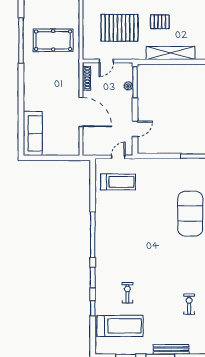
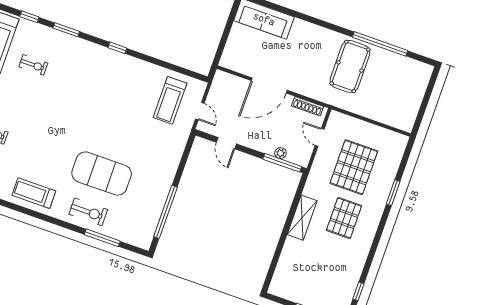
pallet: (160, 22) -> (344, 218), width x1.50, depth x1.42
pool table: (53, 40) -> (350, 66), moved
shelving: (171, 53) -> (302, 218), width x0.68
window: (93, 235) -> (117, 48), width x0.32

